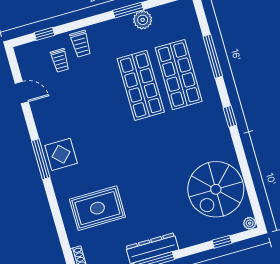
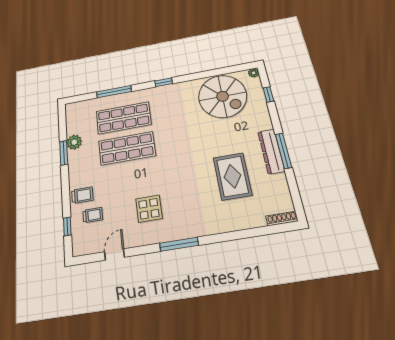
display table: (61, 154) -> (149, 209), moved
rug: (97, 208) -> (232, 176), moved

